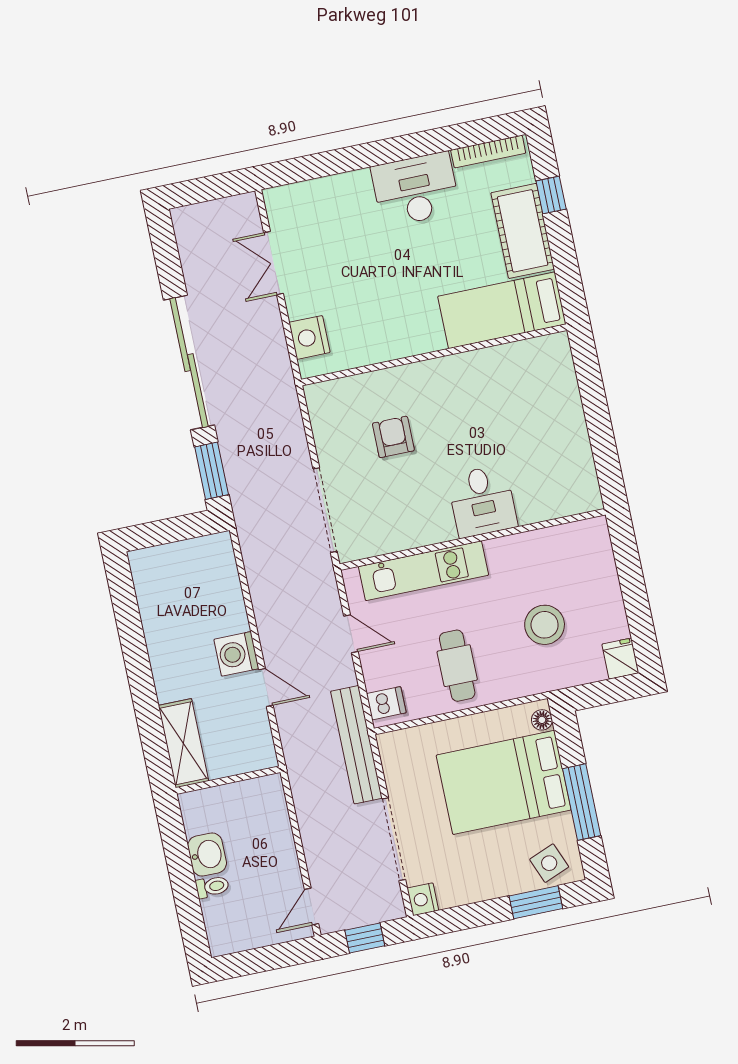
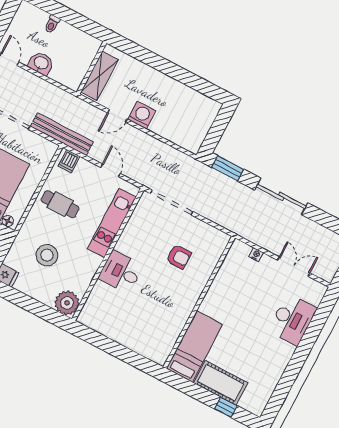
bookcase: (488, 152) -> (266, 396), removed
desk: (416, 189) -> (292, 319), moved
nightstand: (309, 337) -> (256, 255), width x0.53, depth x0.56
sliding door: (189, 363) -> (281, 196), width x0.73
plant: (589, 541) -> (67, 303), added
door: (351, 634) -> (110, 170), swing flipped
shelving: (183, 743) -> (100, 76), moved, turned 90
washbasin: (207, 855) -> (41, 63), moved, turned 180

